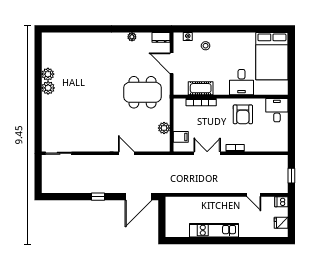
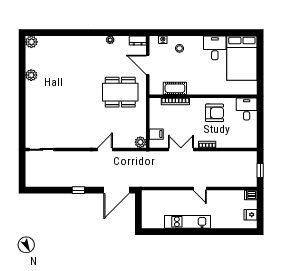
desk: (242, 82) -> (215, 48), moved, turned 180
plant: (48, 88) -> (31, 42), moved
armchair: (243, 114) -> (215, 113), turned -90
plant: (164, 128) -> (140, 142), moved
door: (126, 153) -> (105, 149), hinge flipped
door: (254, 195) -> (200, 189), moved

